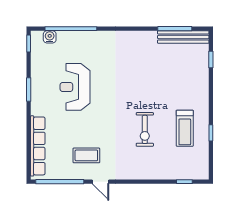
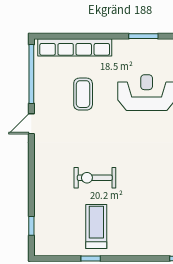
treadmill: (185, 128) -> (96, 227), turned 90
coffee table: (86, 155) -> (83, 94), moved

